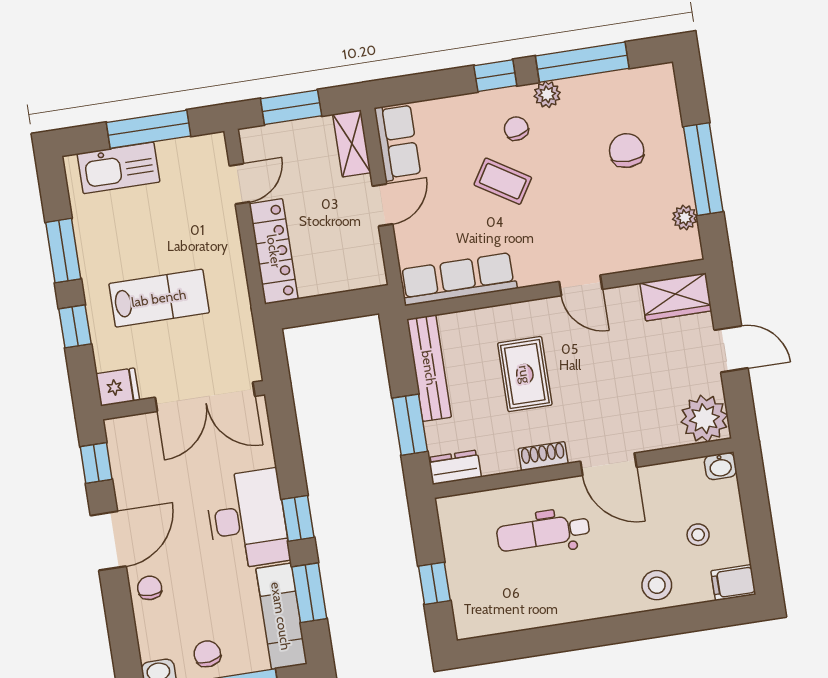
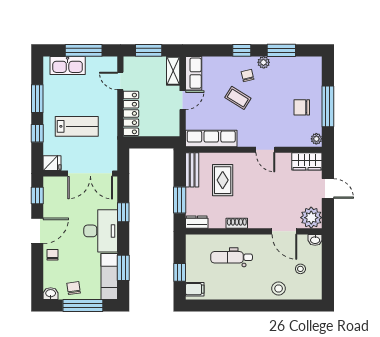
window: (582, 62) -> (281, 50), width x0.69
chair: (627, 151) -> (302, 107), moved, turned -90
door: (239, 184) -> (120, 81), swing flipped
plant: (685, 217) -> (316, 139), moved
bench: (429, 368) -> (192, 170), width x0.73
rug: (525, 374) -> (223, 180), moved
door: (608, 464) -> (284, 231), moved
window: (298, 518) -> (123, 212), moved
filing cabinet: (733, 583) -> (195, 289), moved, turned 180

